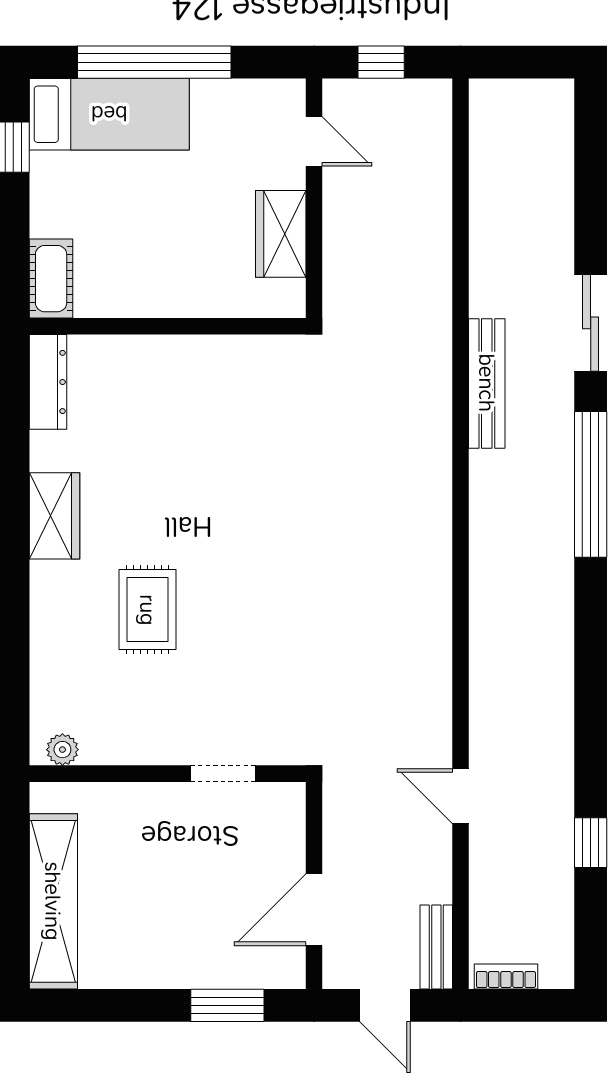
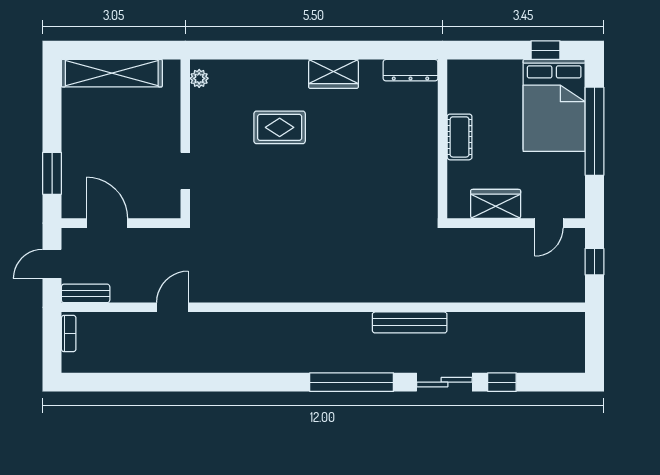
bed: (109, 114) -> (554, 105), width x1.50
cot: (51, 279) -> (460, 137), moved, turned 90
window: (591, 843) -> (502, 382), moved

